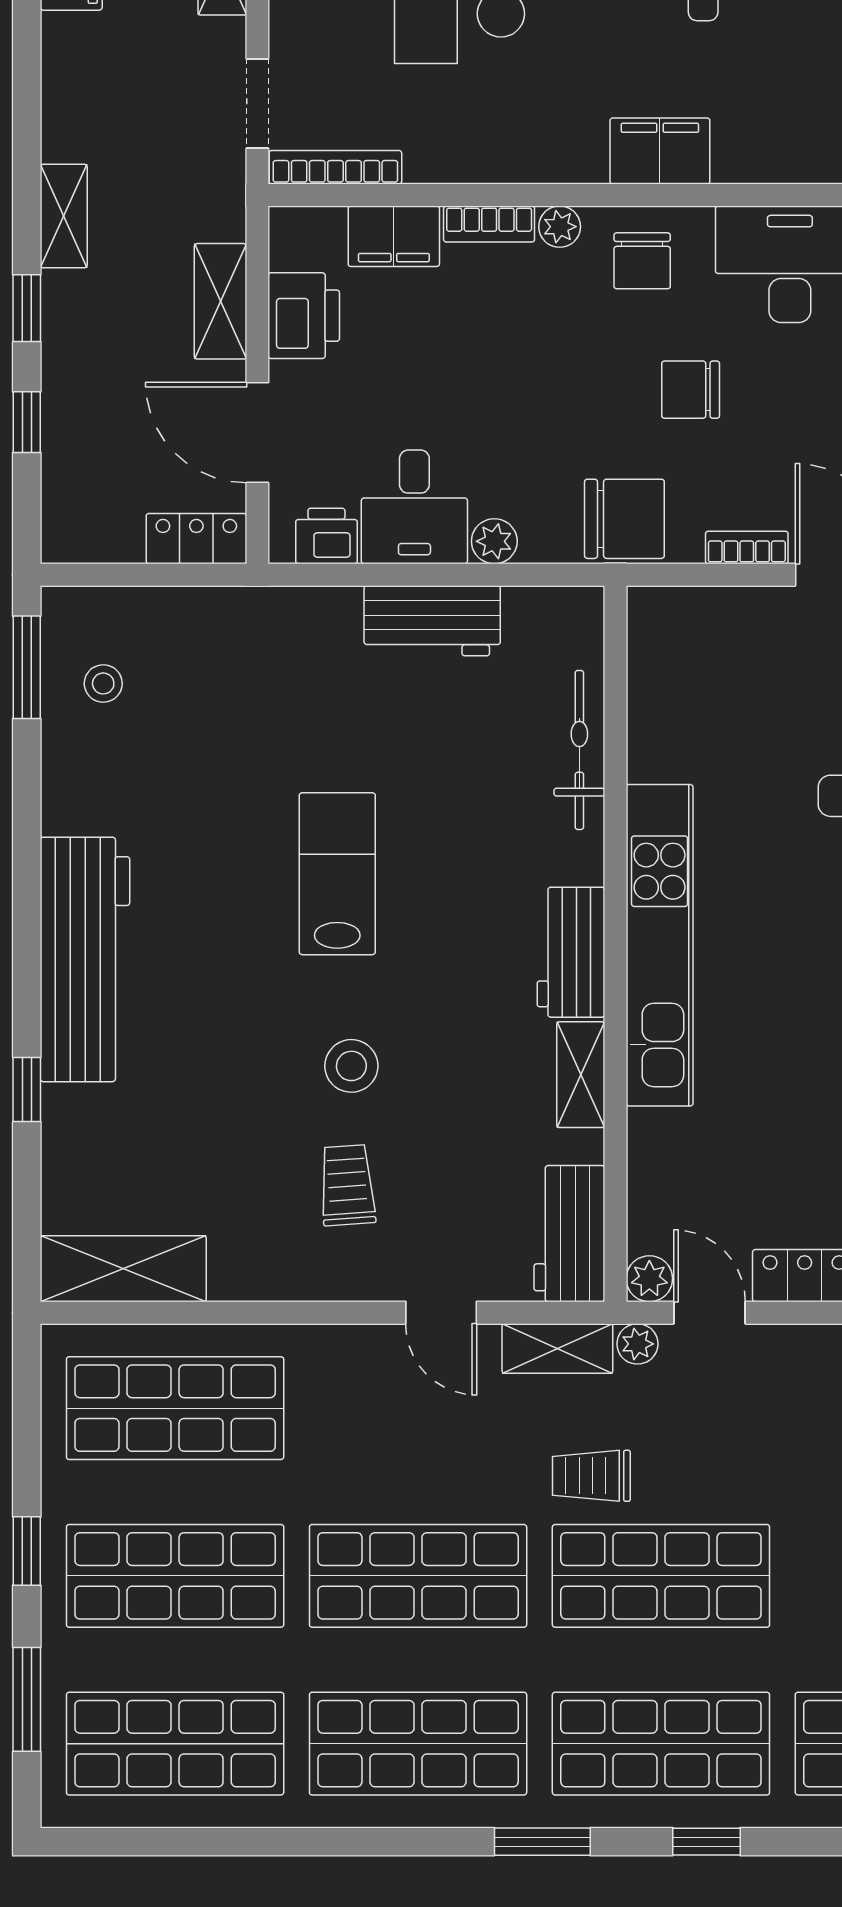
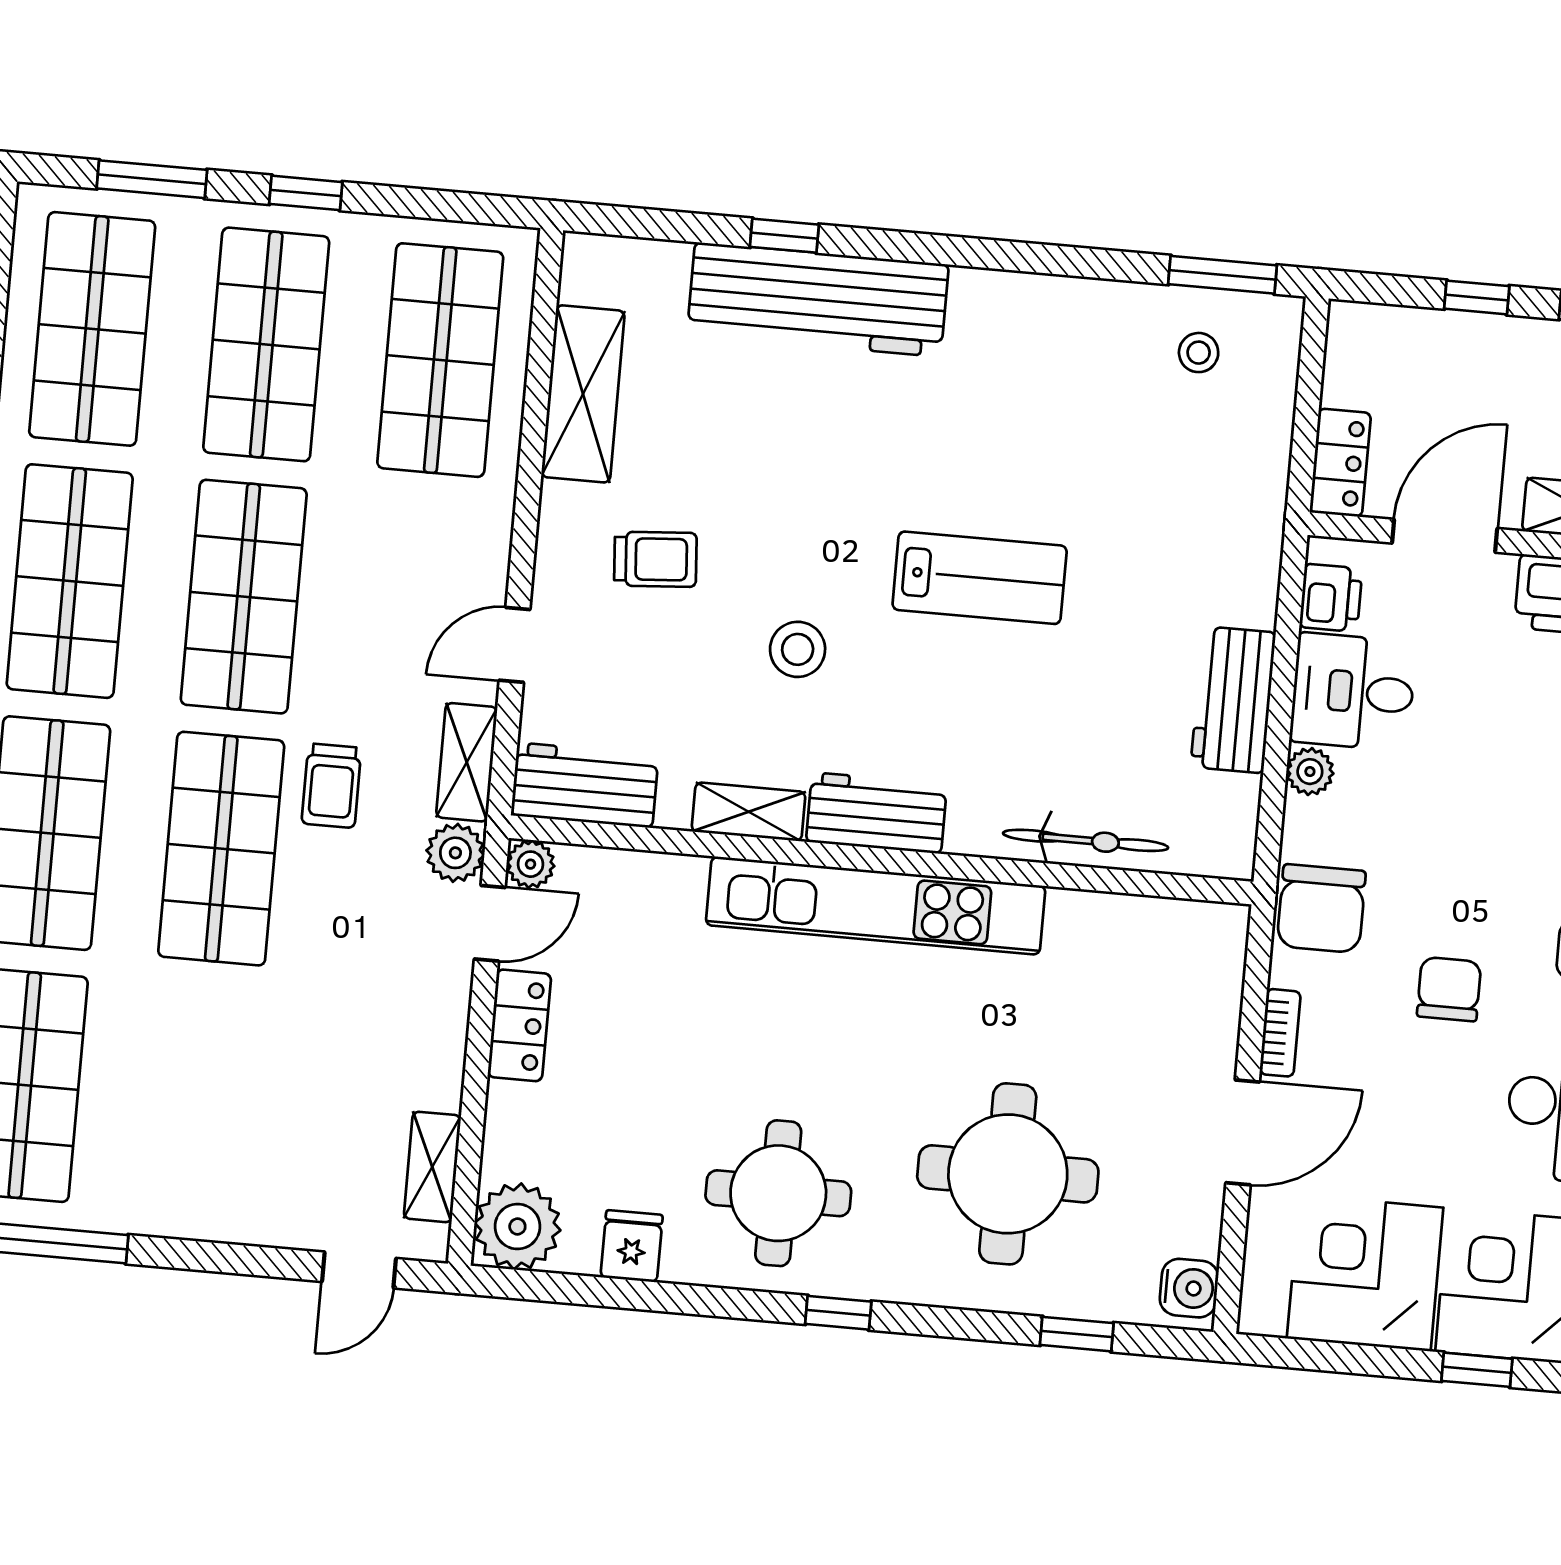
workbench: (85, 959) -> (818, 299), moved
stool: (351, 1066) -> (798, 649), moved
shelving: (123, 1269) -> (583, 394), moved
plant: (637, 1344) -> (455, 853), width x1.38, depth x1.38
trolley: (591, 1476) -> (331, 786), turned 180

